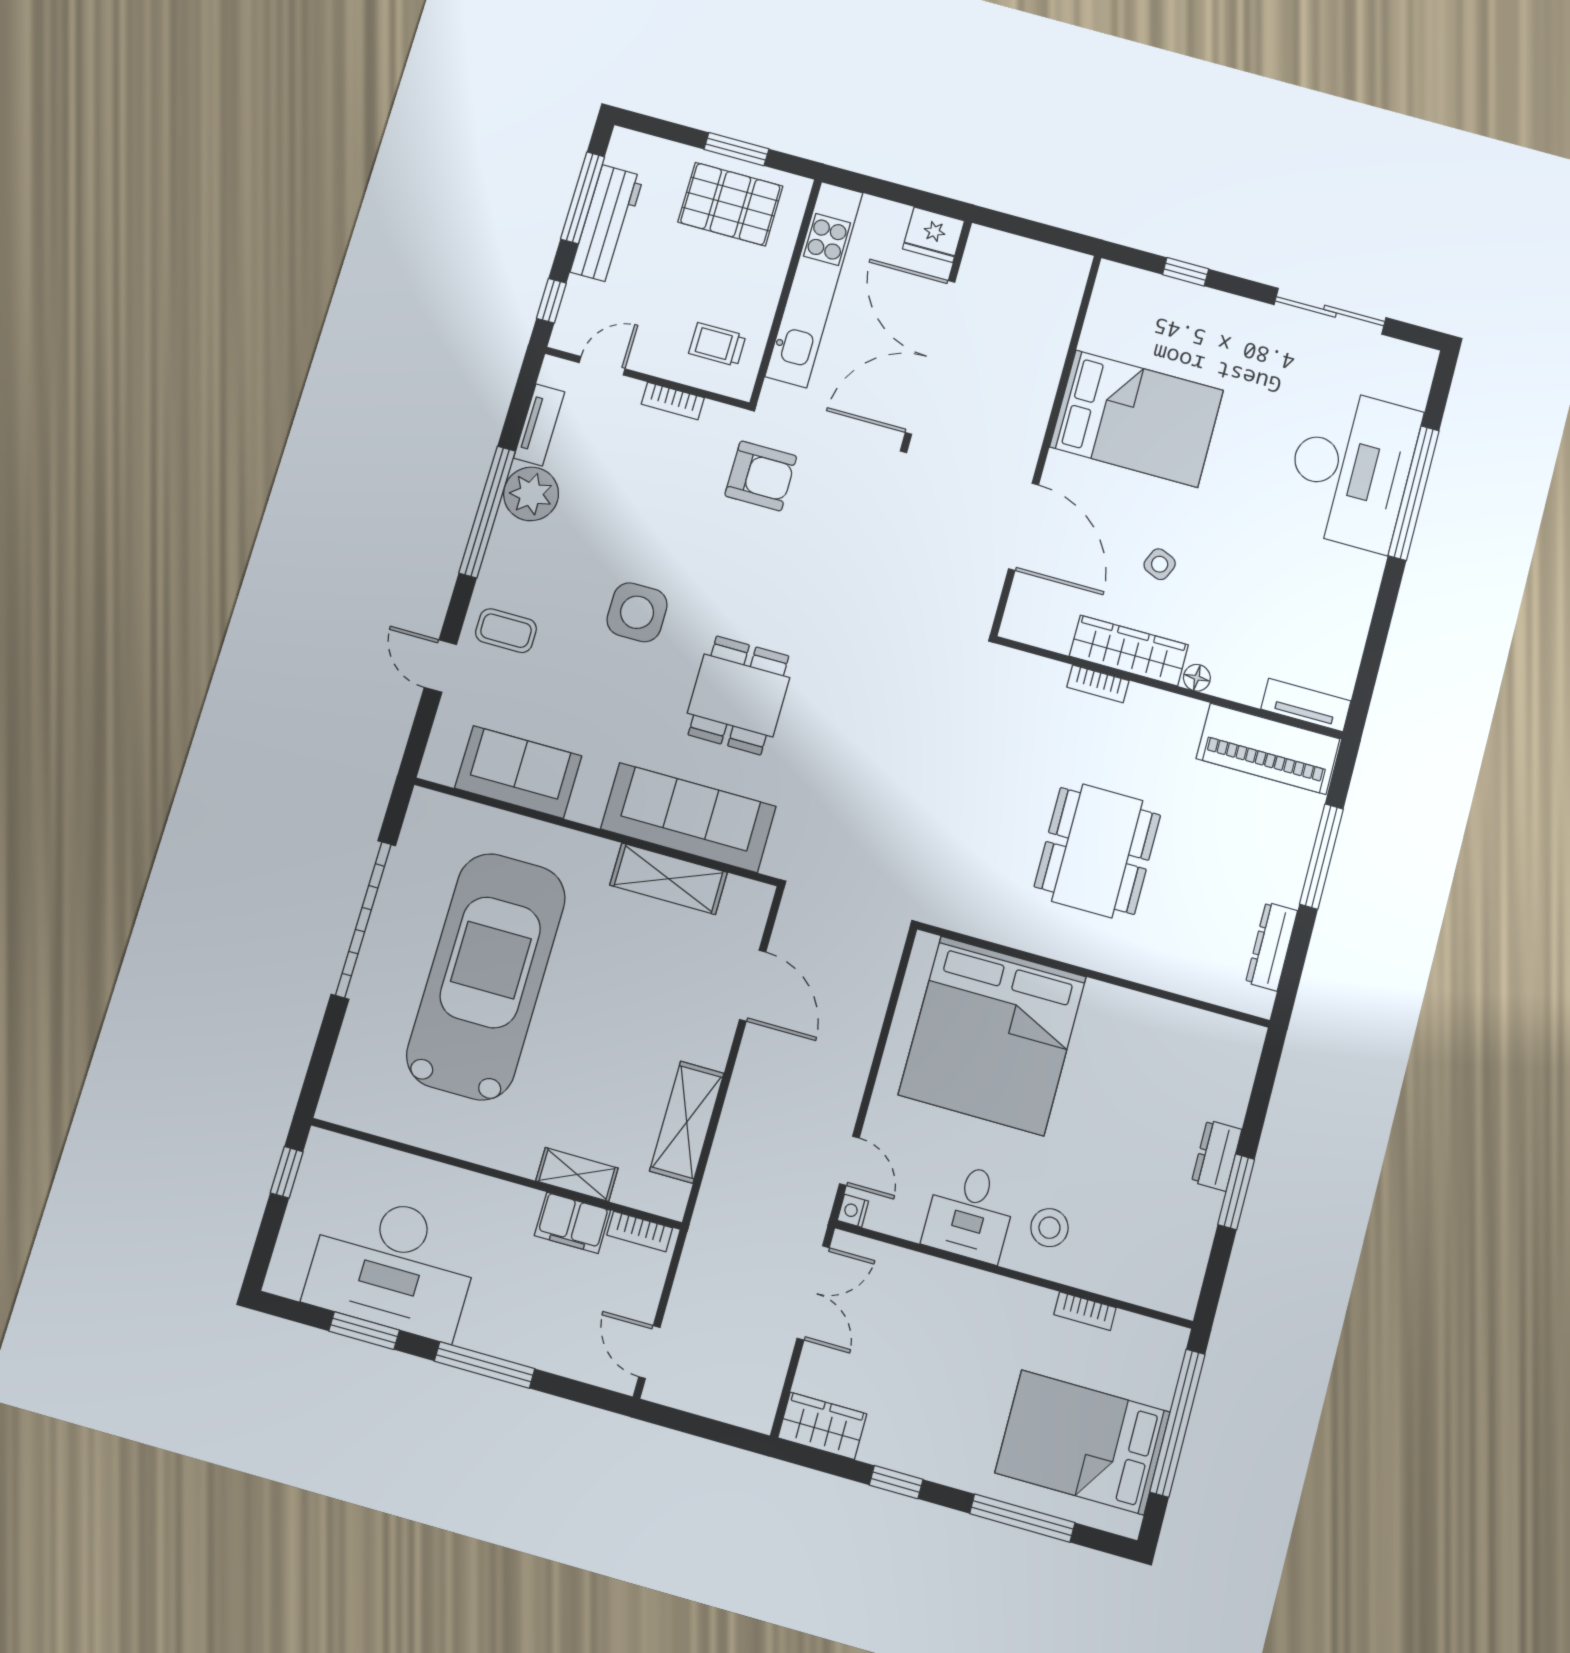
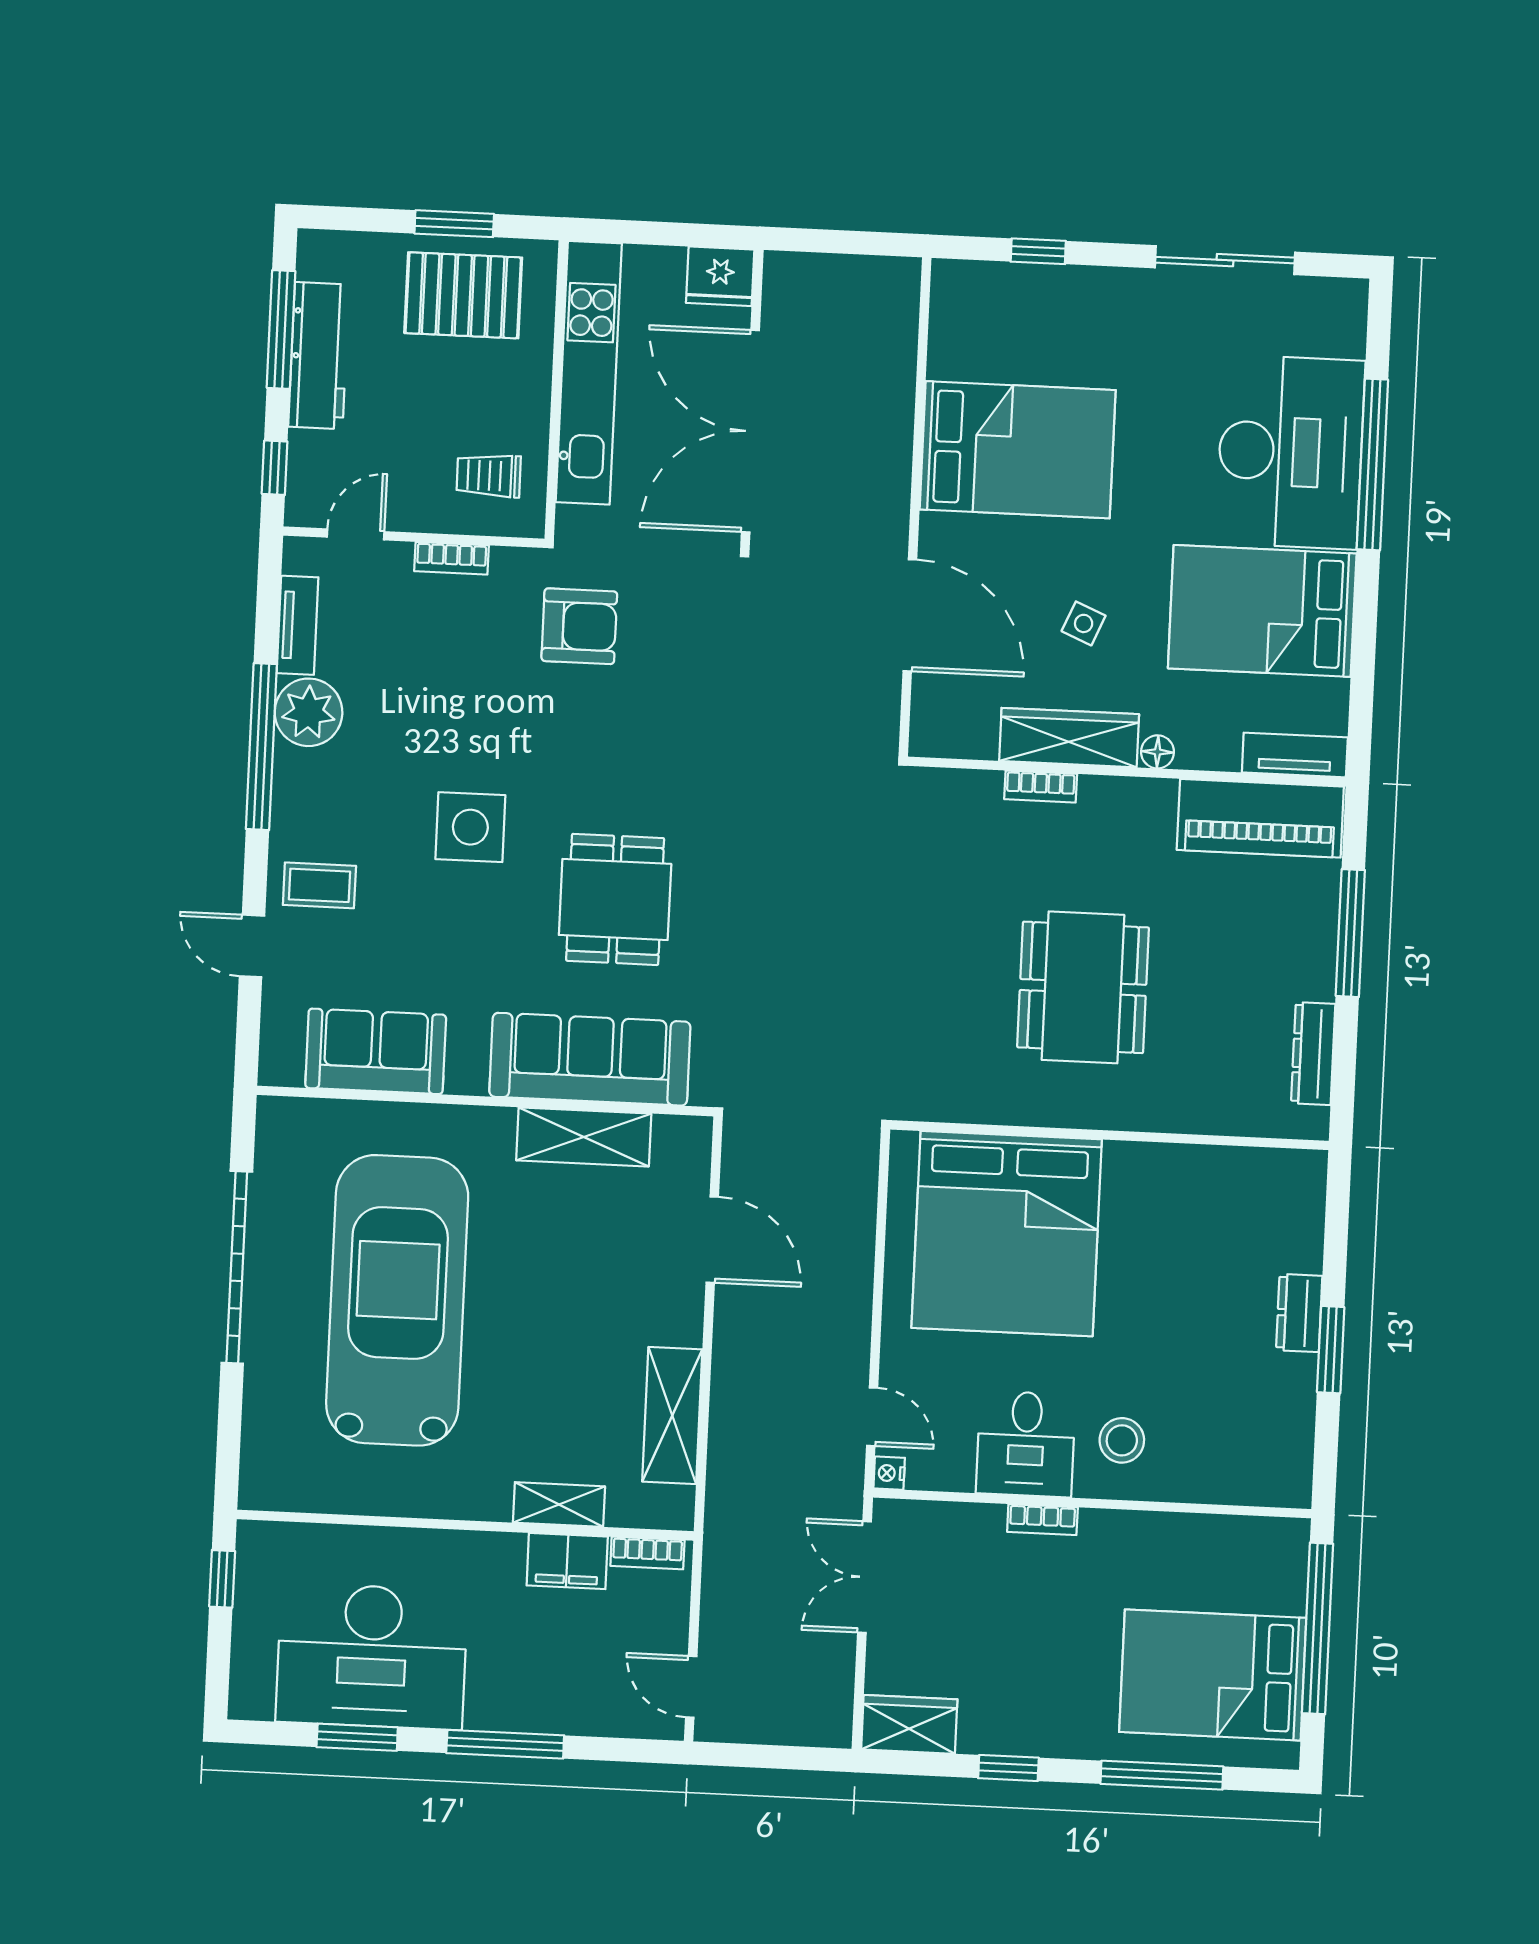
bed: (1303, 587) -> (1262, 611), added
double door: (813, 1293) -> (865, 1577), swing flipped
bookcase: (1085, 1311) -> (1042, 1520), moved

